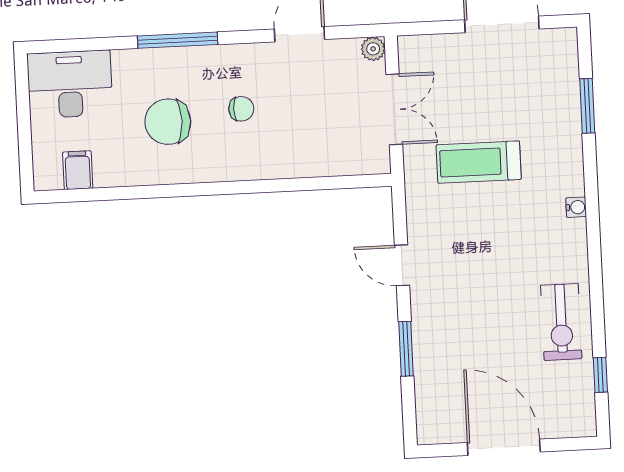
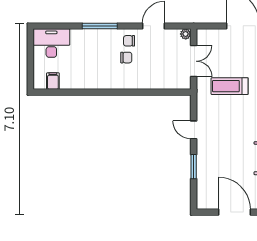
chair: (168, 122) -> (129, 41), moved, width x0.54, depth x0.54

